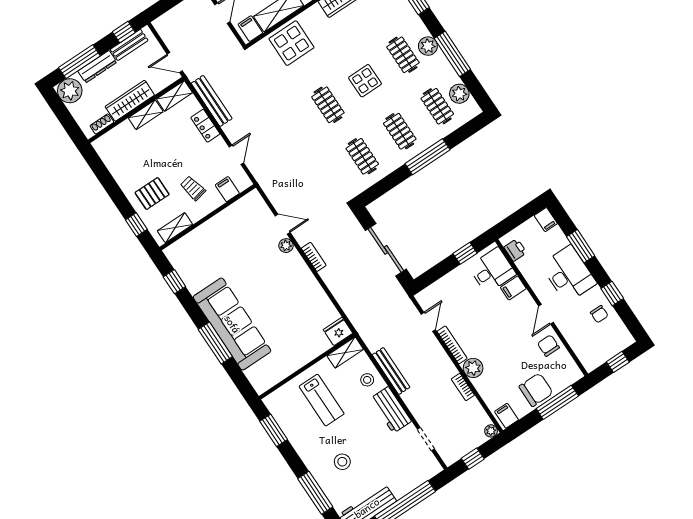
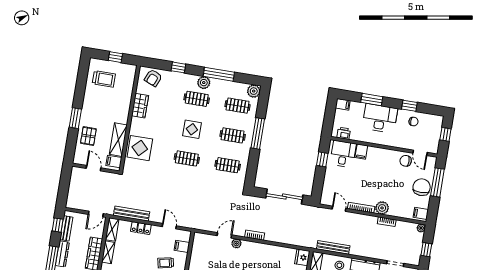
plant: (459, 94) -> (254, 91), moved
door: (546, 314) -> (420, 153), moved
bench: (391, 371) -> (333, 247), moved

